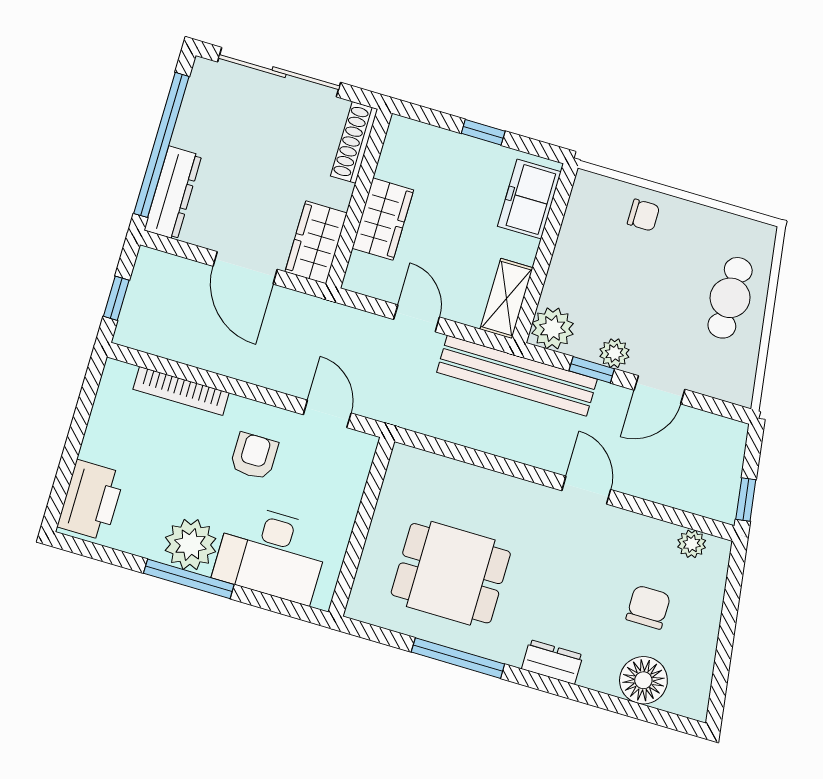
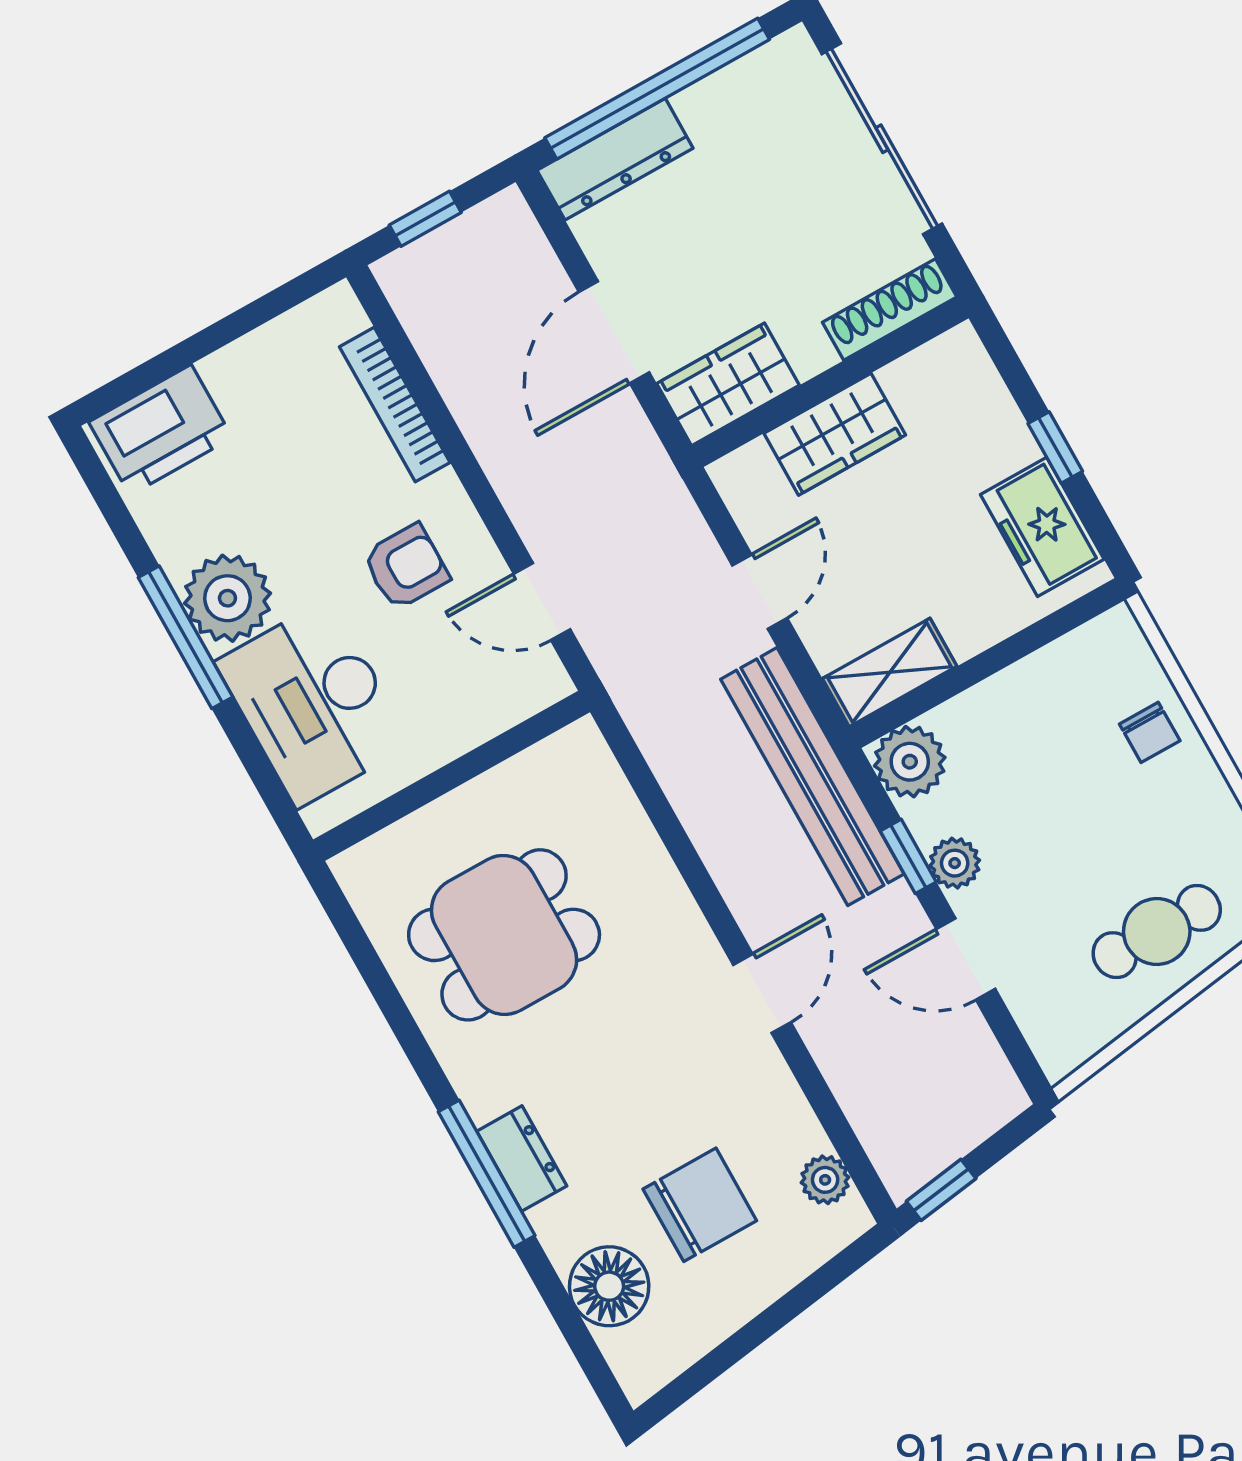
freezer: (529, 199) -> (1042, 527), moved, turned -90
door: (327, 414) -> (542, 602), swing flipped
dining table: (451, 573) -> (504, 935), turned 90
chair: (648, 607) -> (700, 1205), width x1.37, depth x1.37
window: (458, 658) -> (487, 1174), moved

